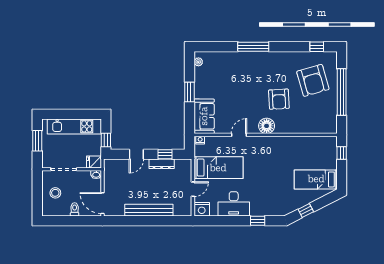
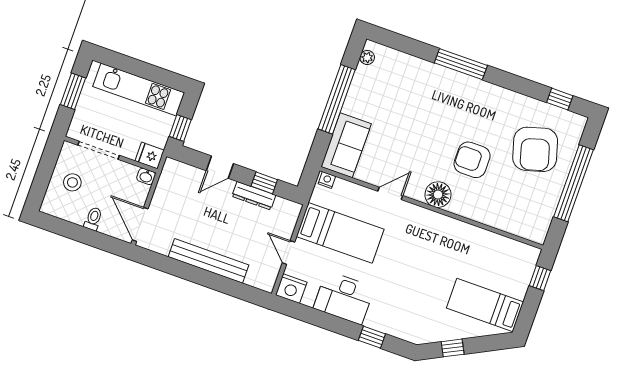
window: (189, 92) -> (337, 99), width x2.11
armchair: (279, 99) -> (472, 160), turned 93
door: (193, 189) -> (288, 253), swing flipped

